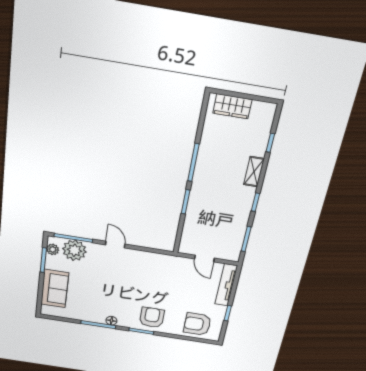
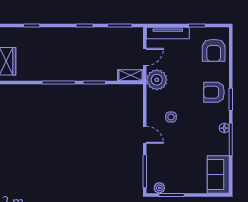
shelving: (254, 172) -> (131, 75), moved
door: (115, 244) -> (145, 135), swing flipped
plant: (74, 250) -> (157, 80), moved
side table: (132, 273) -> (171, 117), added
sofa: (55, 289) -> (218, 175), moved, turned -90

